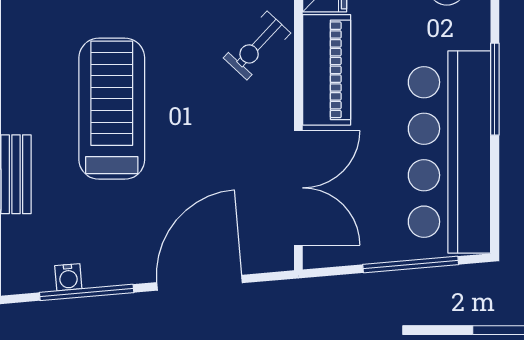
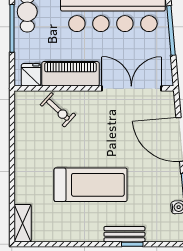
treadmill: (112, 109) -> (91, 185), turned 180

